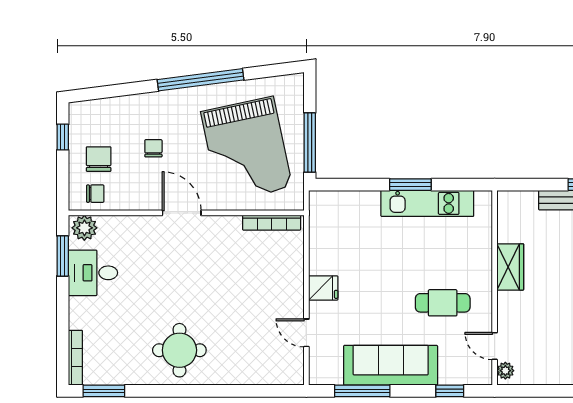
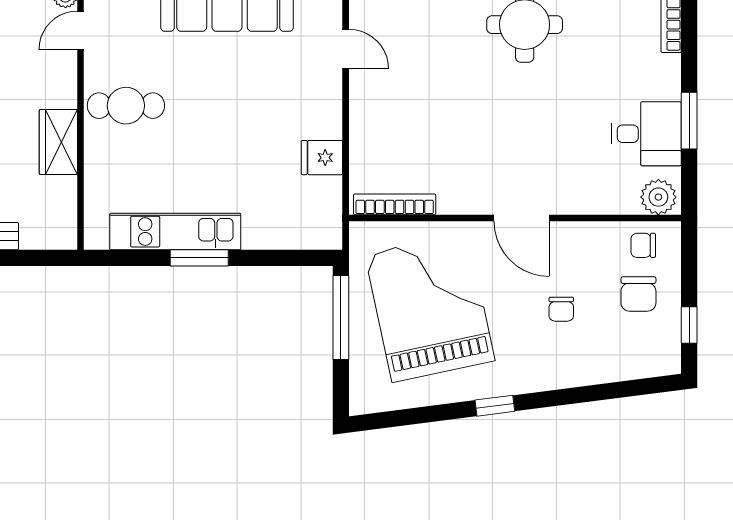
window: (201, 80) -> (495, 406), width x0.32
window: (63, 256) -> (689, 121), moved
fridge: (323, 288) -> (322, 158), moved
cafe table: (443, 303) -> (126, 106), moved
door: (495, 346) -> (81, 31), swing flipped

